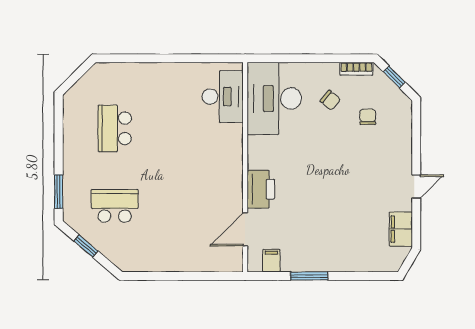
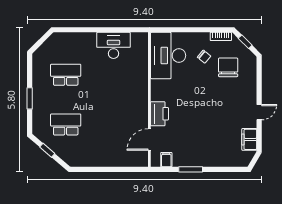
desk: (223, 97) -> (114, 45), moved, turned -90
chair: (368, 117) -> (228, 67), width x1.87, depth x1.87
school desk: (115, 128) -> (66, 75), turned 90
window: (59, 192) -> (30, 98), moved

